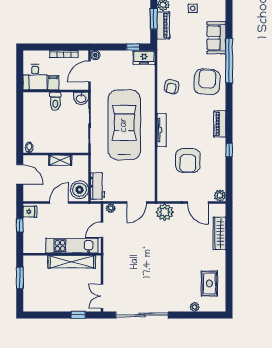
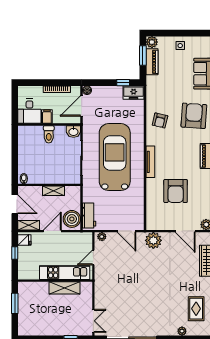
shelving: (34, 196) -> (29, 225), added
door: (137, 202) -> (127, 231), hinge flipped
shelving: (72, 262) -> (64, 288), width x0.68
double door: (102, 296) -> (93, 321), swing flipped

